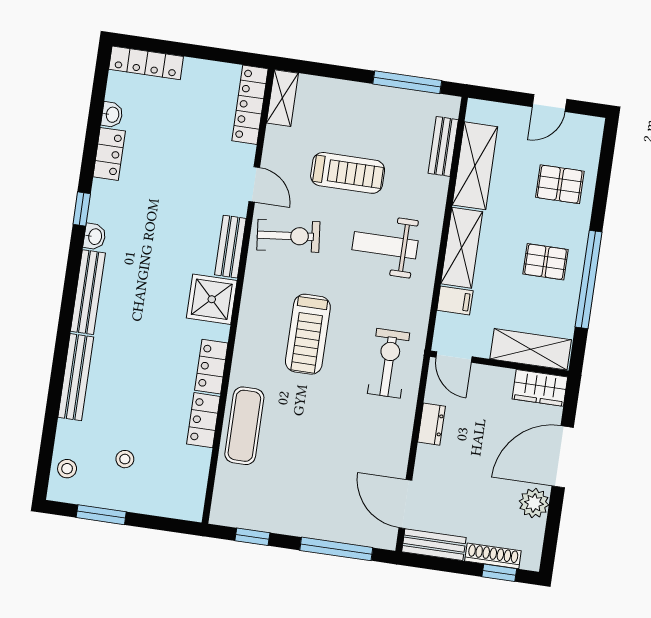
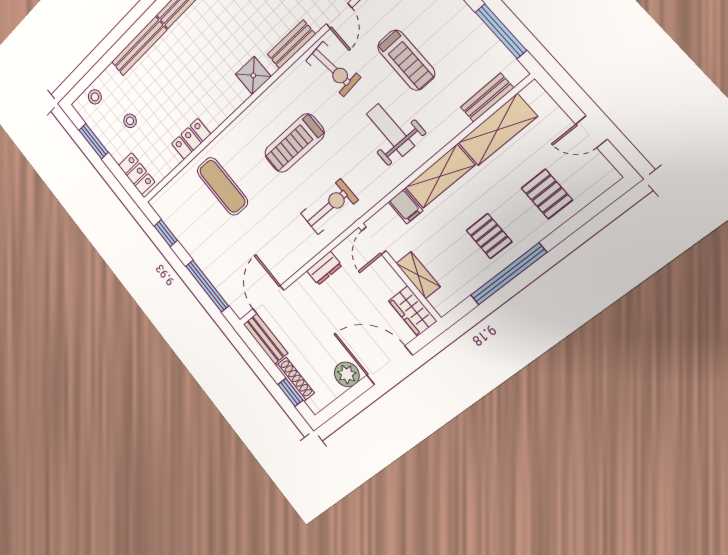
shower: (212, 299) -> (253, 75), width x0.73, depth x0.73
shelving: (531, 349) -> (418, 275), width x0.67, depth x0.75
locker: (211, 367) -> (137, 174), moved, turned 90
exercise mat: (244, 426) -> (222, 186), moved, turned 90

